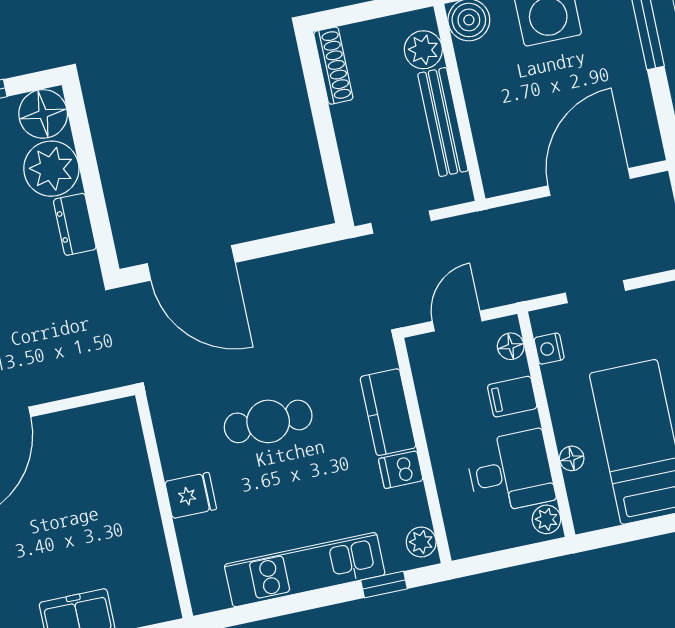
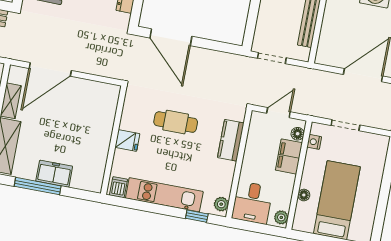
filing cabinet: (512, 397) -> (289, 156), width x2.00
dishwasher: (401, 470) -> (119, 187), moved, turned 90
desk: (510, 472) -> (252, 203), moved, turned 90

